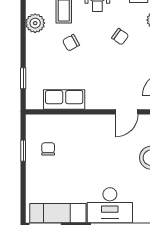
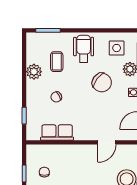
chair: (120, 37) -> (102, 82), width x1.87, depth x1.87
chair: (71, 43) -> (56, 97), moved

